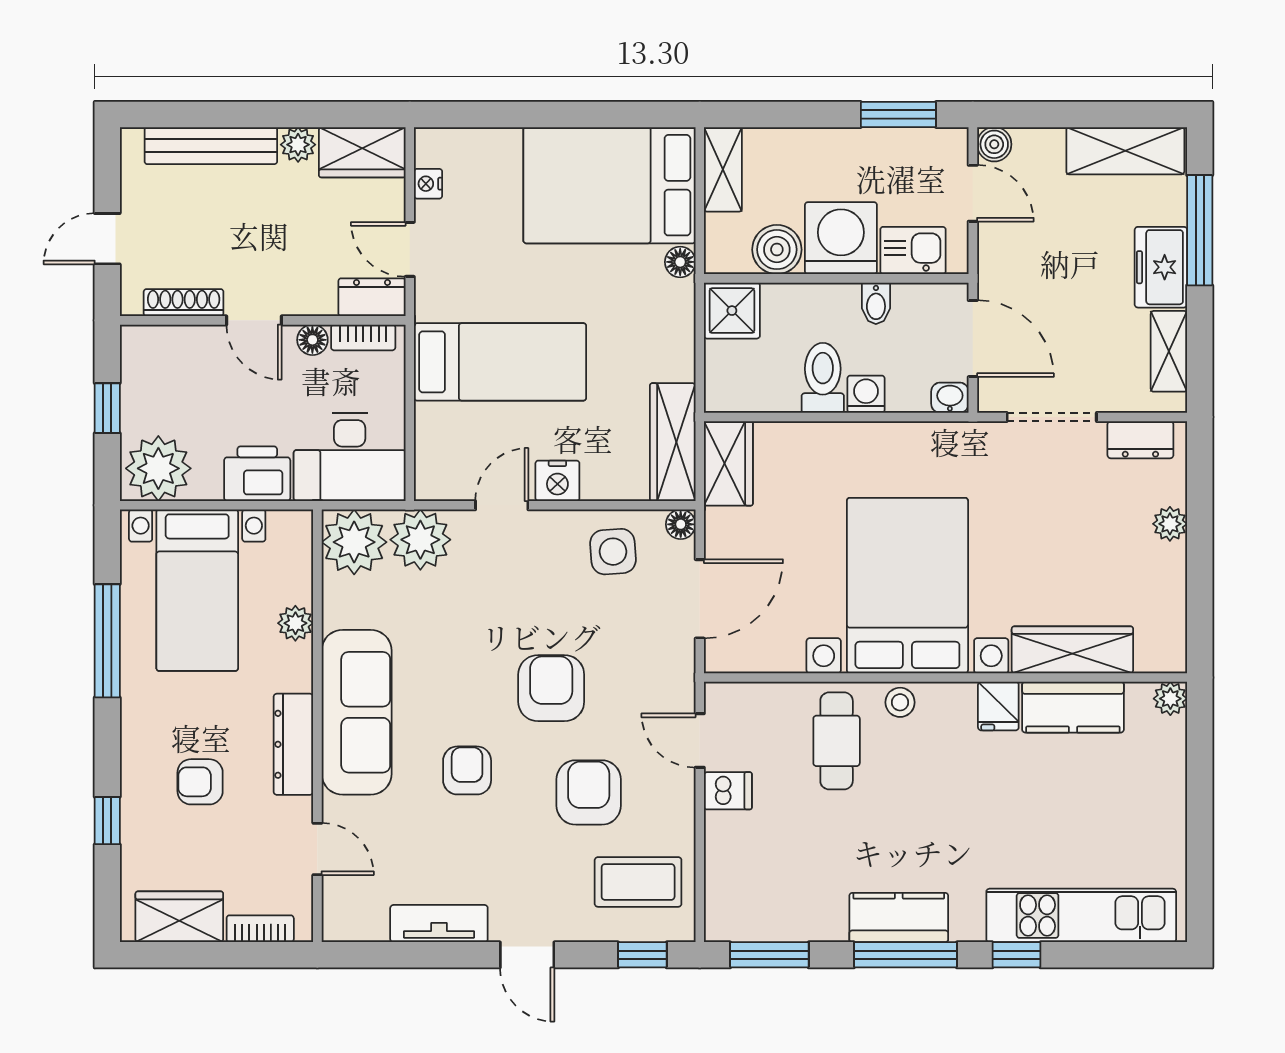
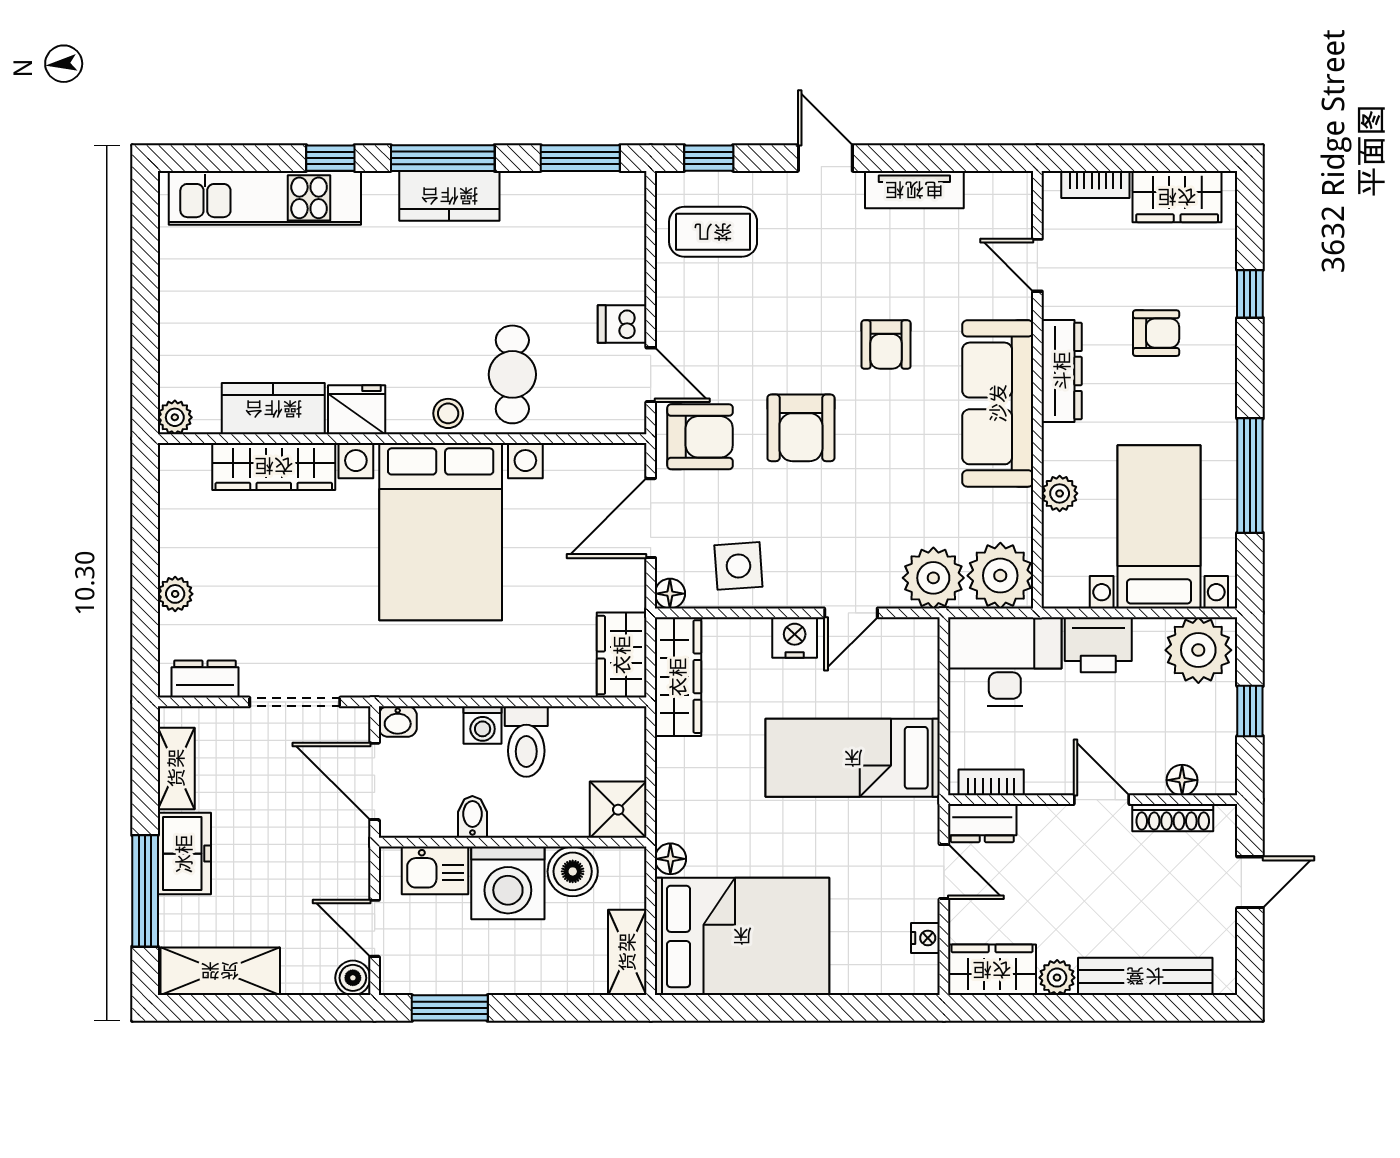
floor lamp: (312, 340) -> (1182, 780), moved
fridge: (998, 706) -> (357, 410), width x1.38
armchair: (589, 792) -> (700, 437), moved, turned -90

